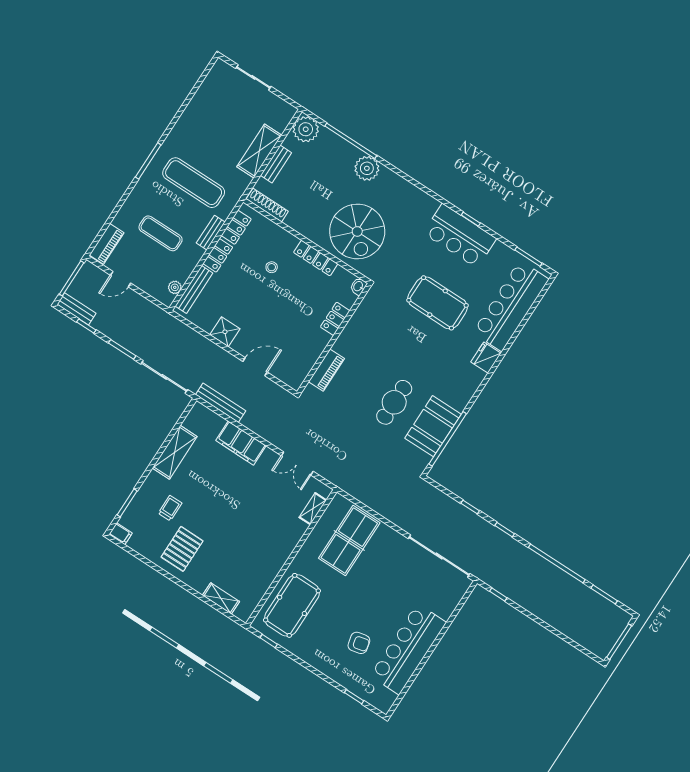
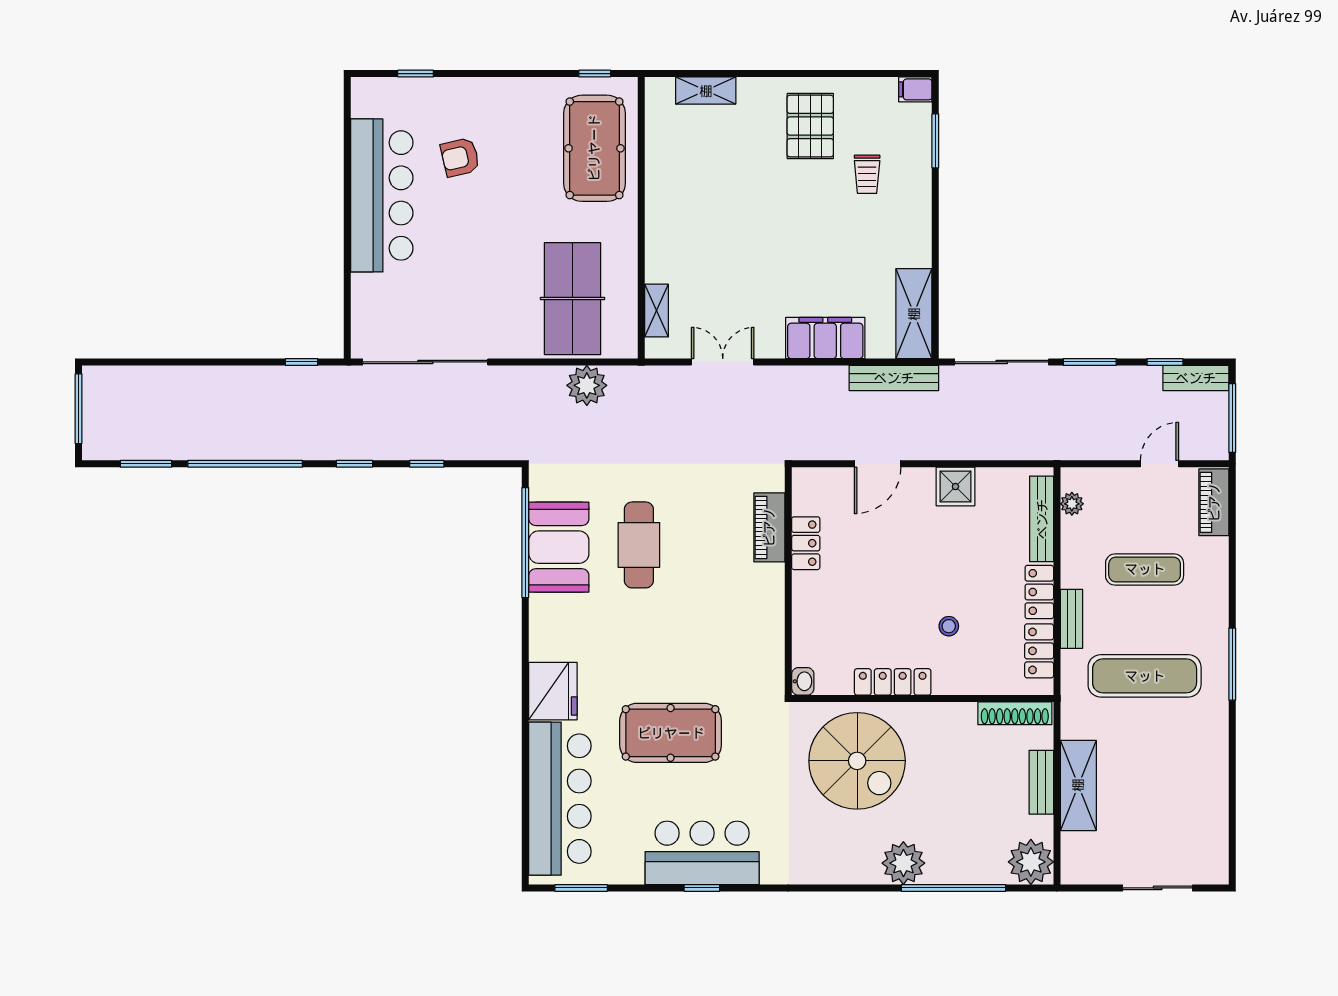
spiral stairs: (357, 231) -> (857, 761), turned 180
locker: (335, 319) -> (806, 543), moved
fridge: (486, 358) -> (553, 691), width x1.36, depth x1.34
shelving: (175, 452) -> (914, 314), moved
plant: (369, 495) -> (587, 385), added

